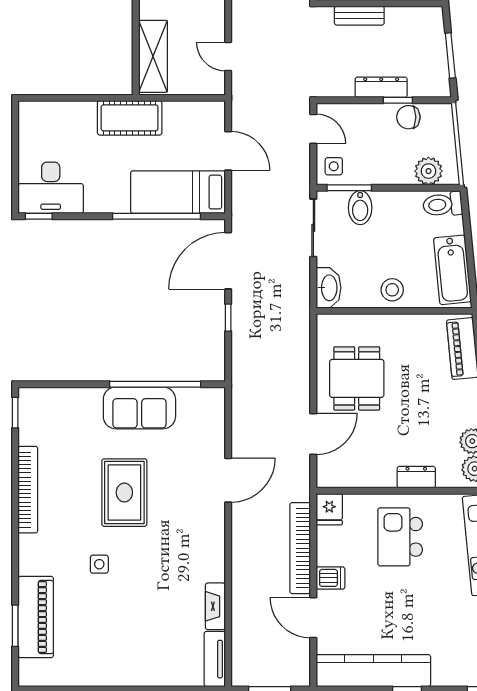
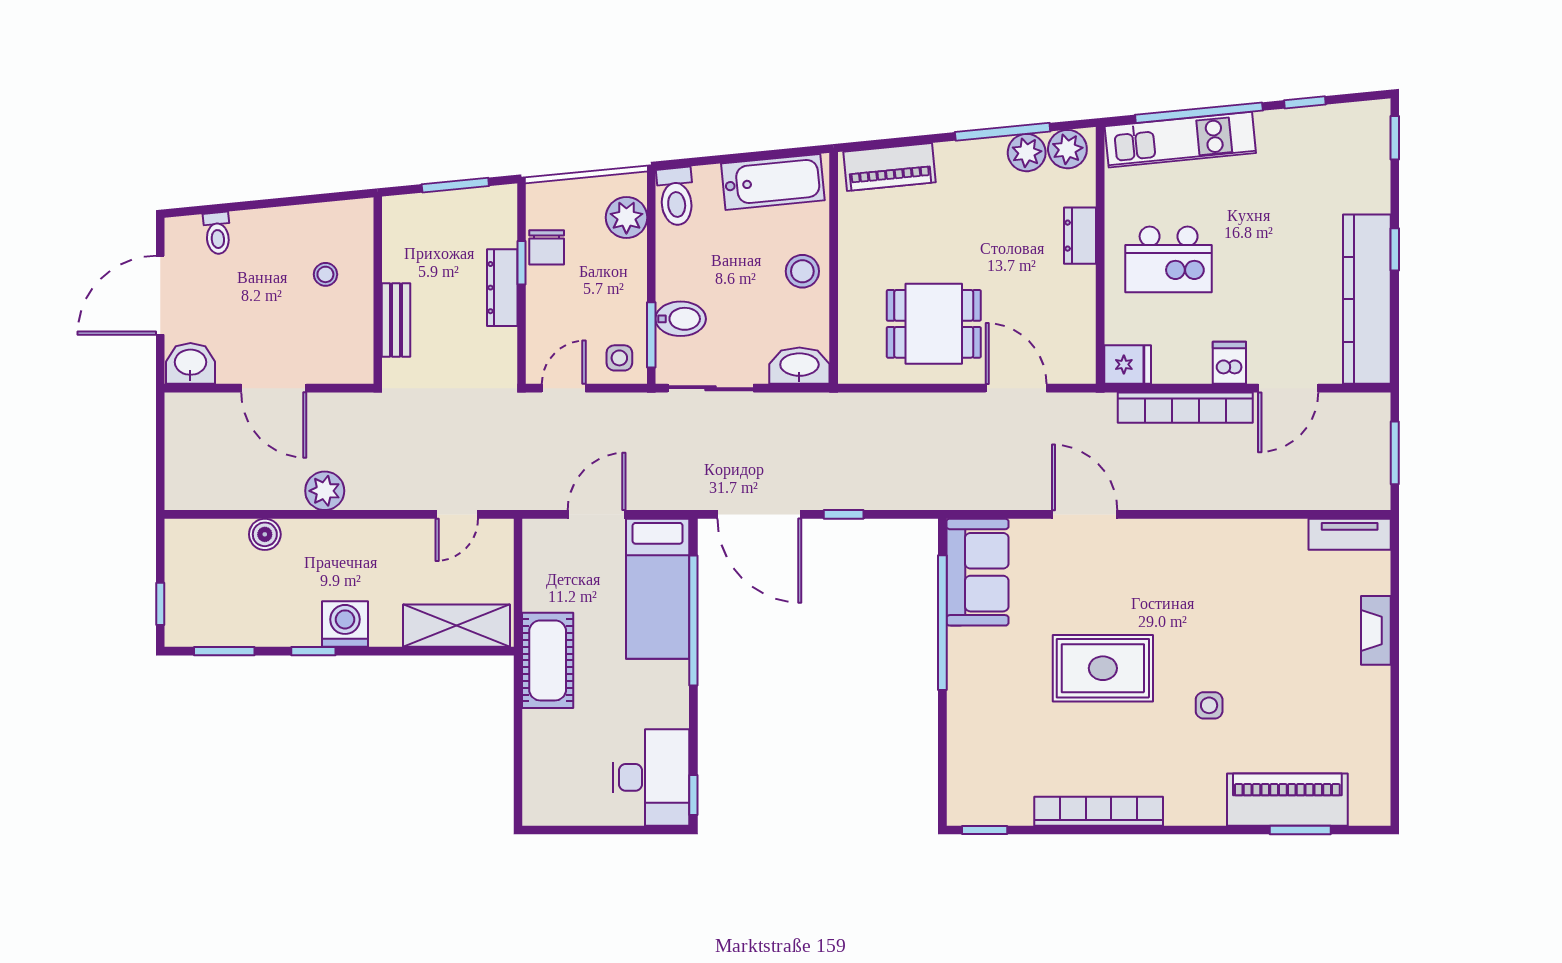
sofa: (139, 408) -> (977, 572), moved
fireplace: (215, 606) -> (1376, 630), moved, turned 90

